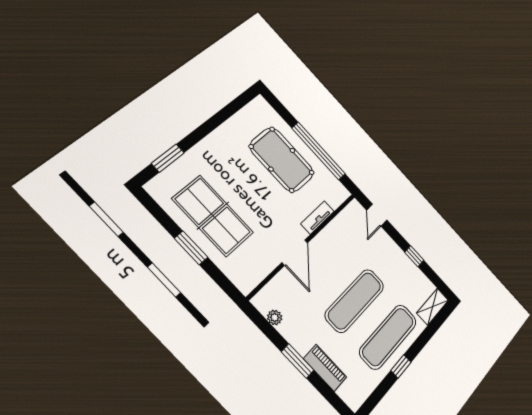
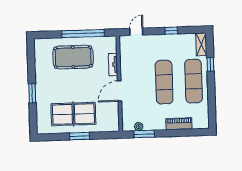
window: (168, 158) -> (32, 93), moved
door: (377, 215) -> (136, 32), swing flipped
door: (295, 253) -> (120, 91), swing flipped
window: (298, 361) -> (144, 134), moved
window: (401, 366) -> (210, 64), moved

